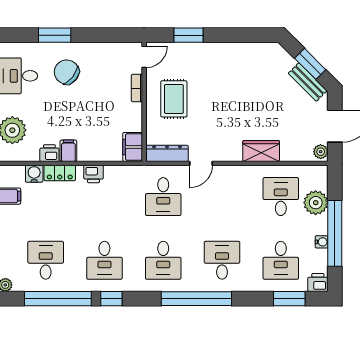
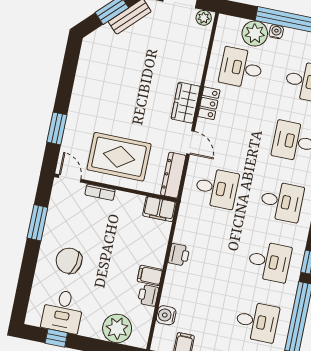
window: (55, 35) -> (37, 223), moved
chair: (67, 72) -> (69, 261), turned 65
rug: (174, 99) -> (119, 157), width x1.36, depth x1.43
wardrobe: (261, 151) -> (186, 103), moved
locker: (60, 173) -> (209, 103), moved
water cooler: (322, 242) -> (276, 32), moved
desk: (46, 260) -> (257, 322), turned 180

